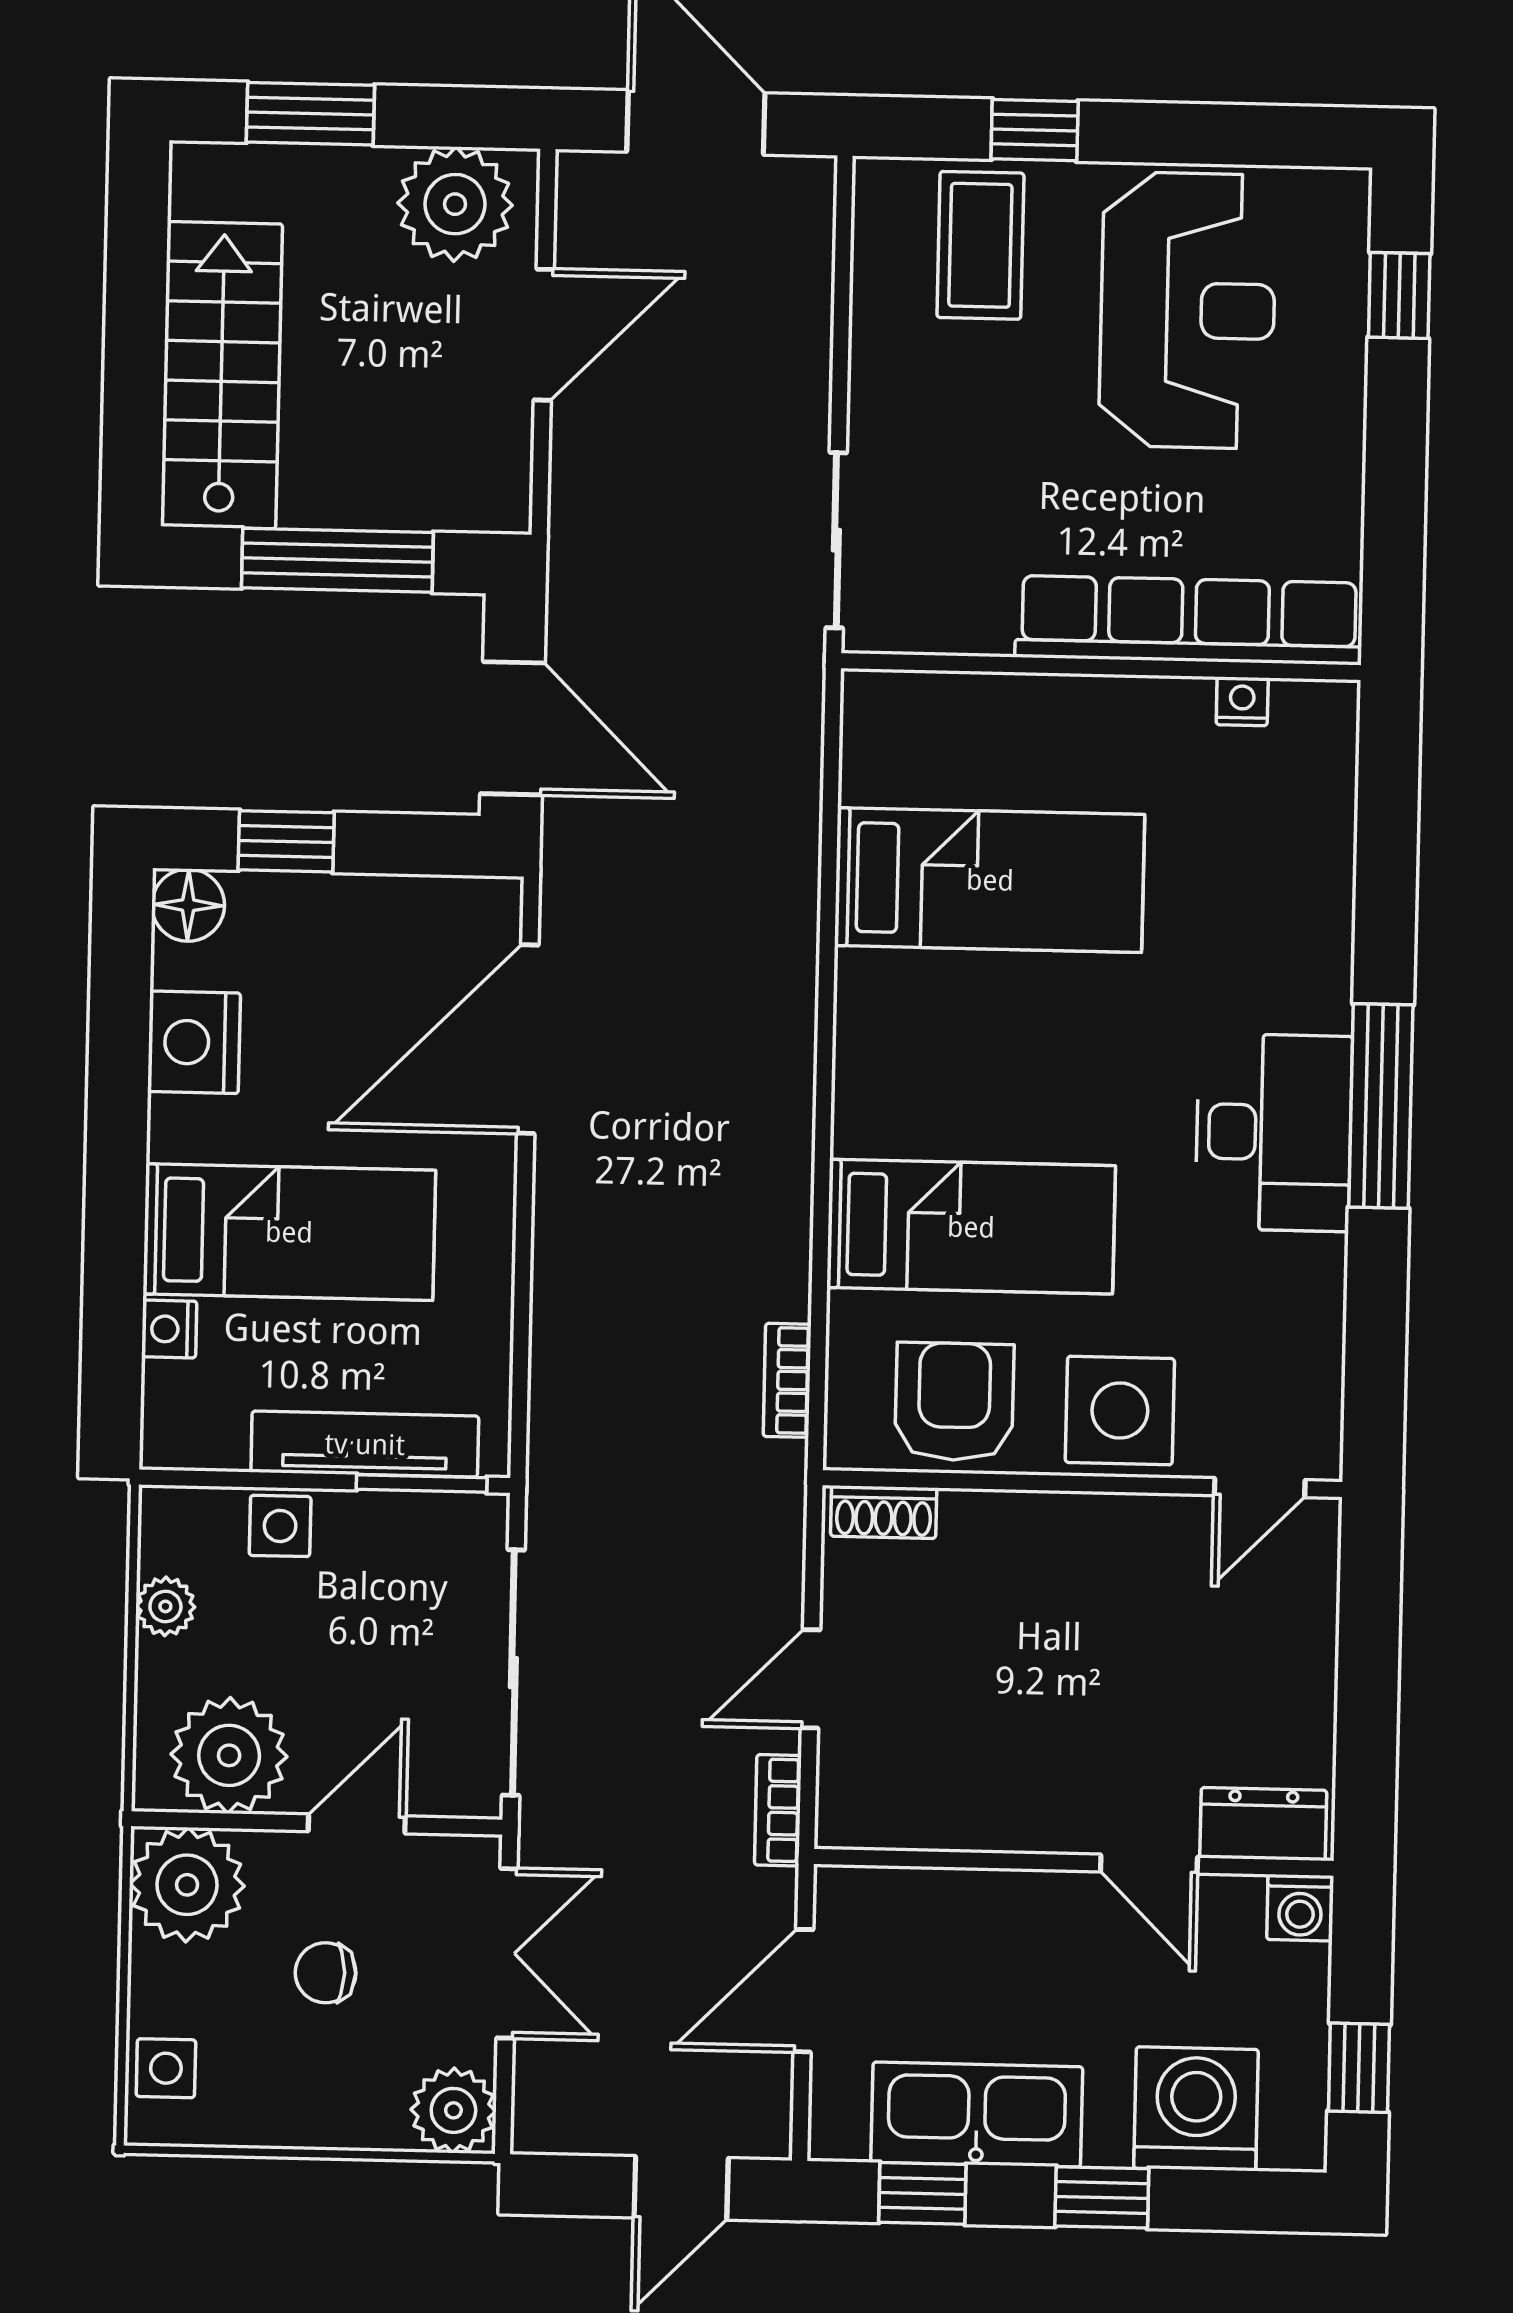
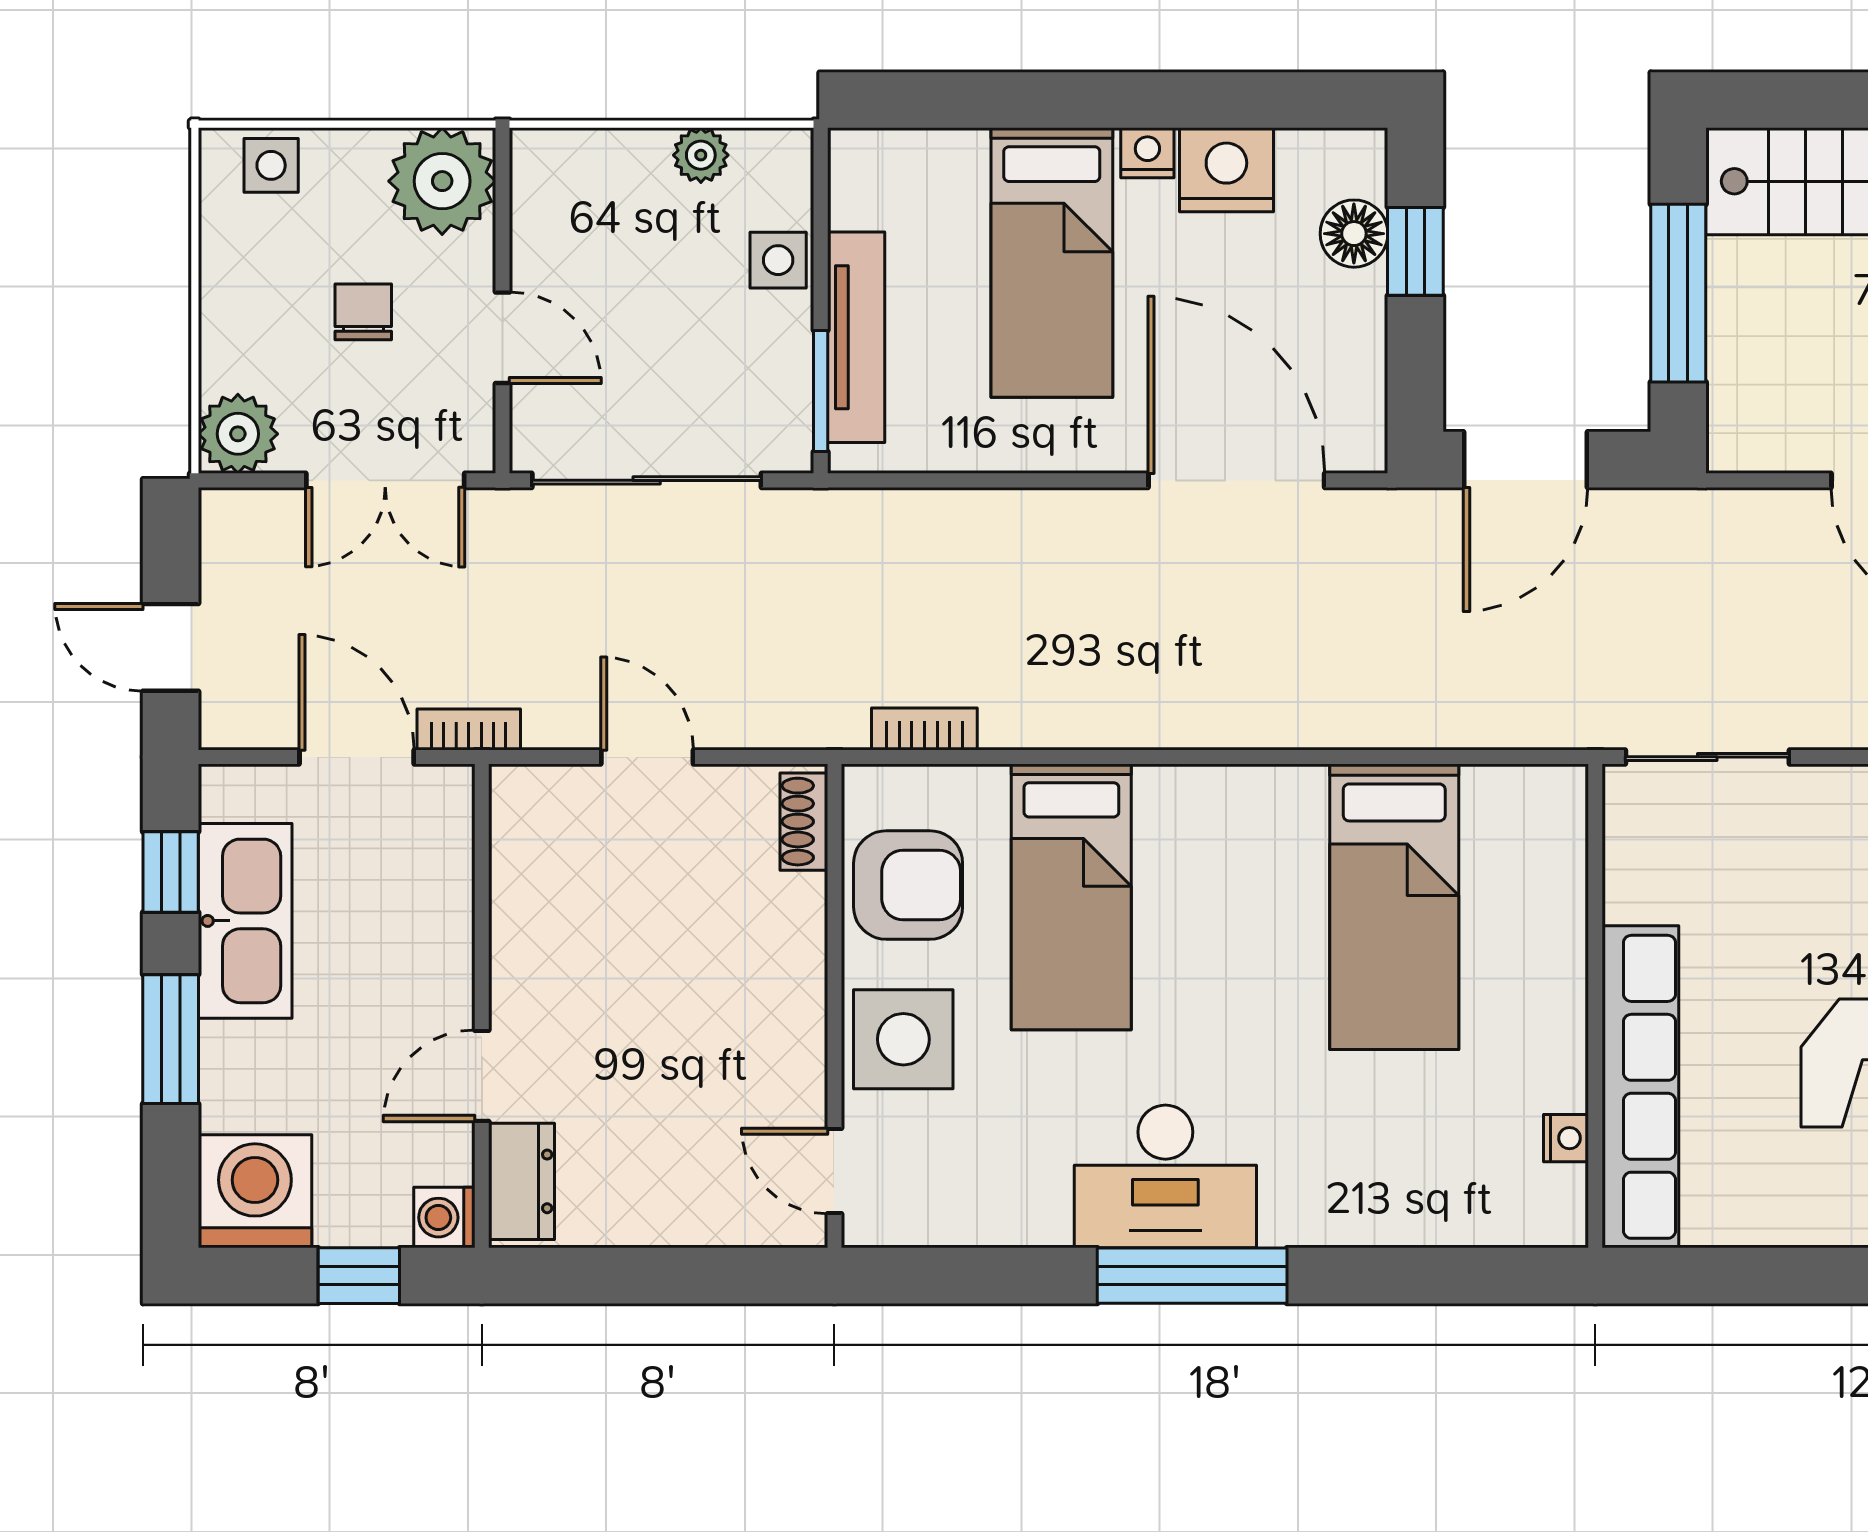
floor lamp: (188, 905) -> (1354, 234), moved
nightstand: (169, 1329) -> (1147, 153), moved
plant: (229, 1755) -> (564, 217), removed
bookcase: (778, 1810) -> (469, 729), moved
window: (1359, 2068) -> (359, 1276), moved
washing machine: (1196, 2109) -> (255, 1191), moved, turned -90
window: (1102, 2197) -> (171, 1039), width x1.50

